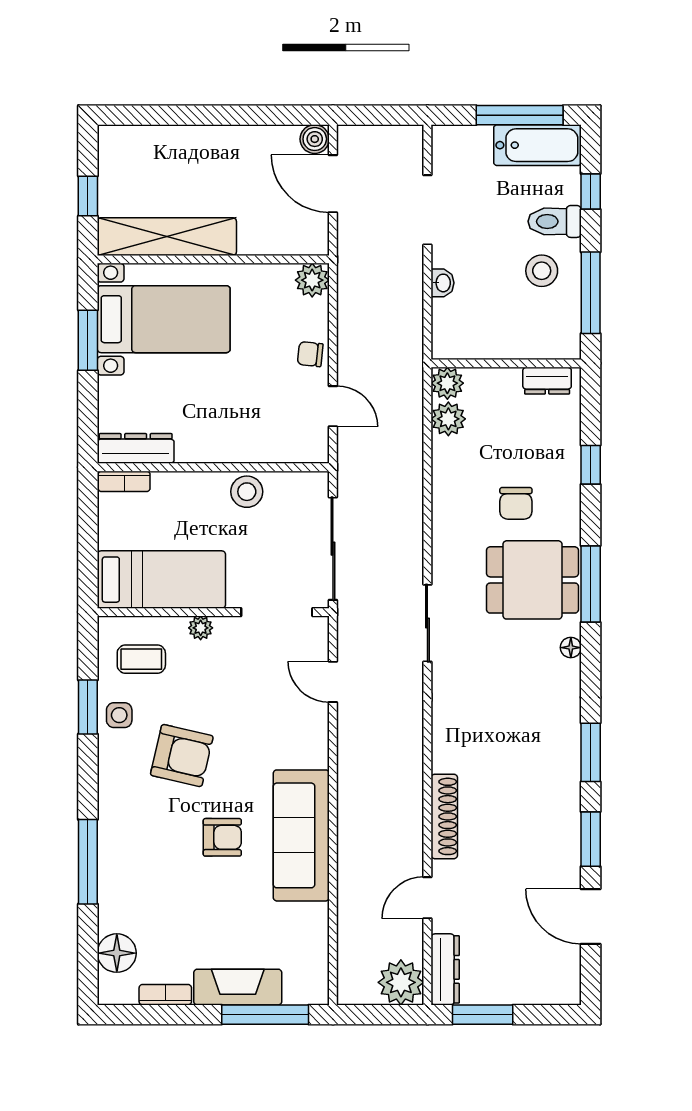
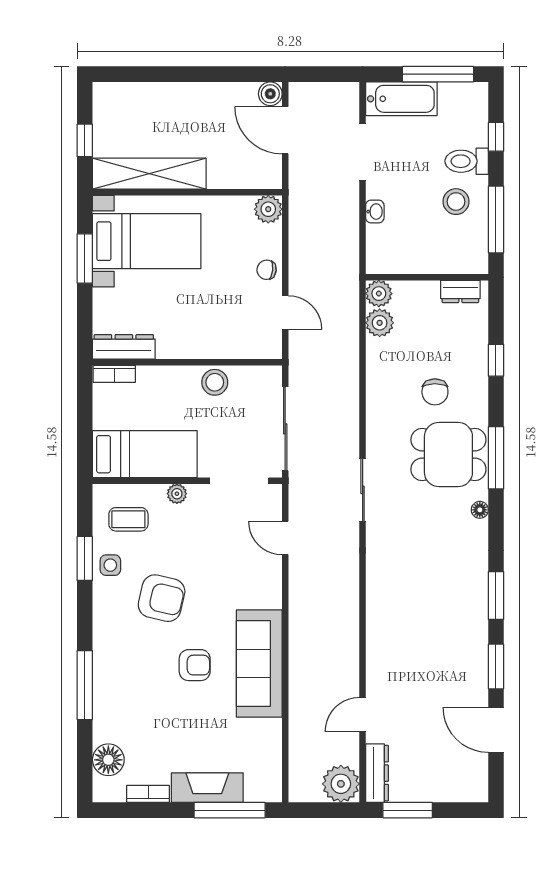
bathtub: (537, 145) -> (401, 99), moved
shoe rack: (444, 816) -> (376, 648), removed

